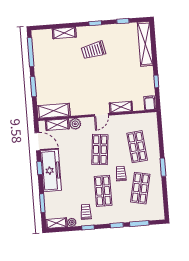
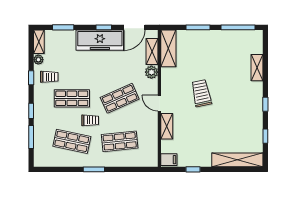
trolley: (93, 50) -> (201, 93), moved
shop shelf: (100, 150) -> (120, 98), turned -30

